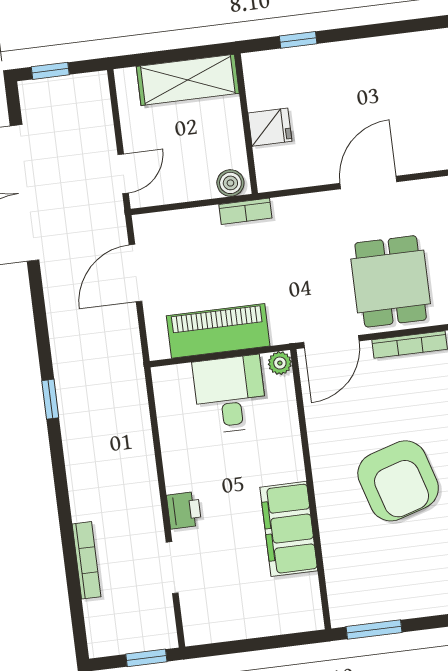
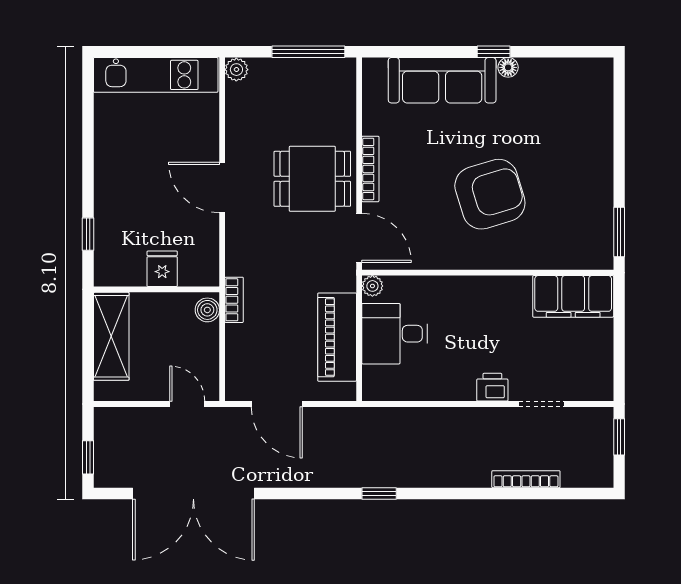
filing cabinet: (289, 529) -> (573, 296), moved

